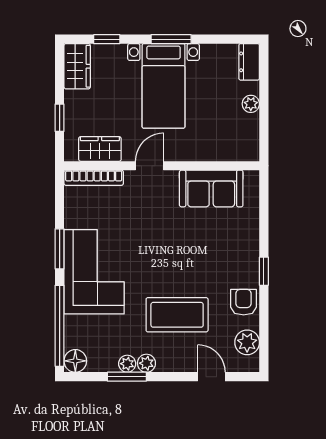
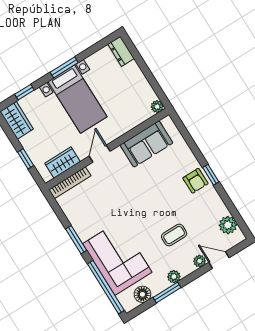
plant: (251, 104) -> (157, 107), moved
corner sofa: (94, 272) -> (117, 258), moved
armchair: (244, 302) -> (195, 181), moved, turned 180
coffee table: (177, 315) -> (174, 235), width x0.54, depth x0.58
floor lamp: (75, 361) -> (142, 294), moved
plant: (127, 364) -> (200, 261), moved

